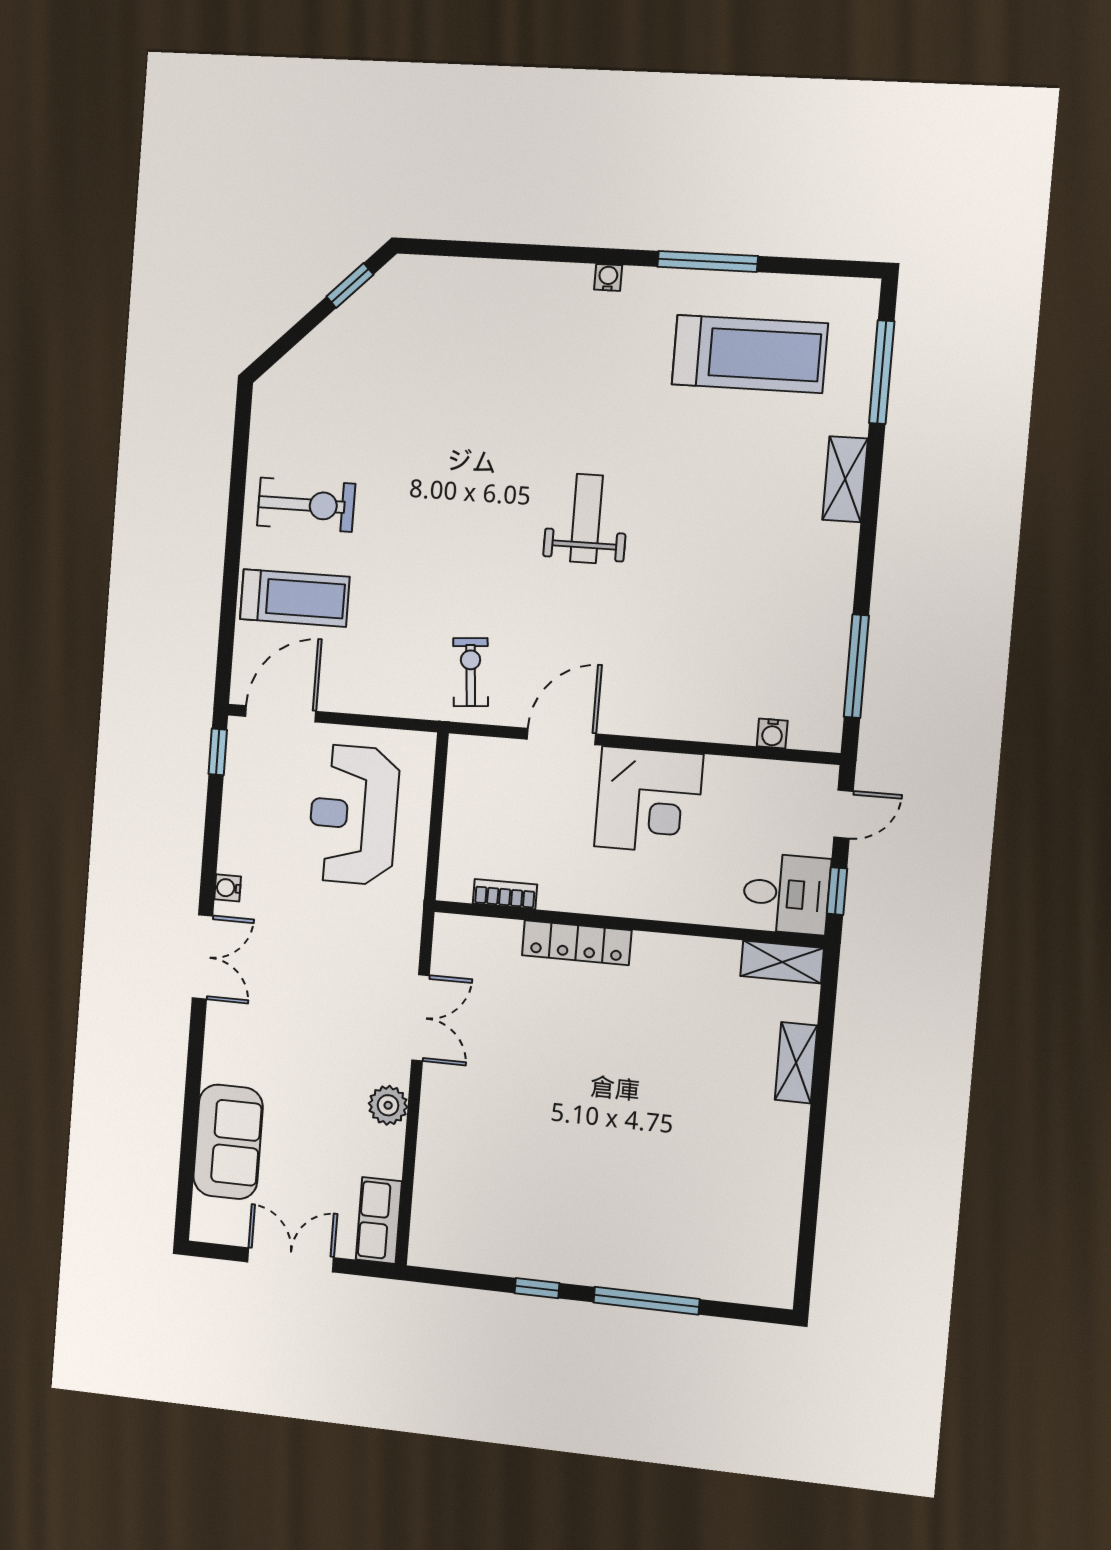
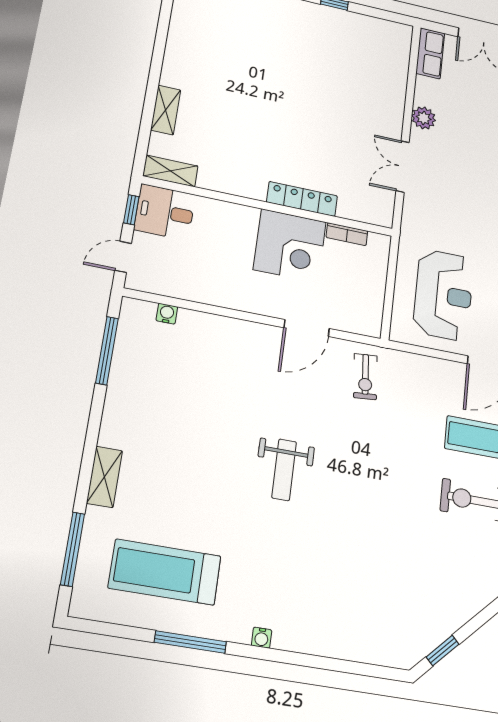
corner desk: (649, 800) -> (290, 246), moved, turned 180

